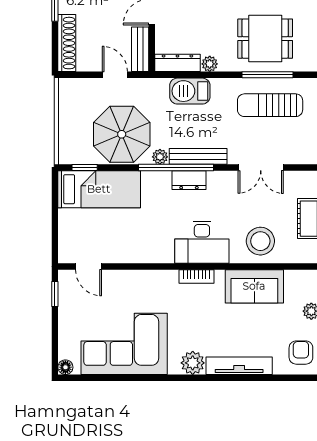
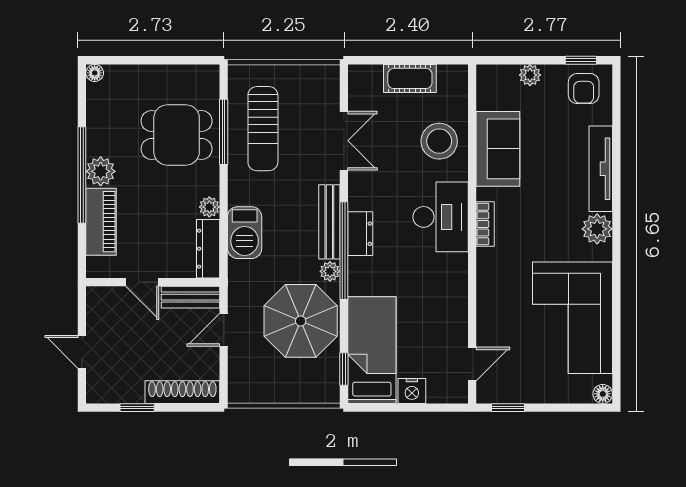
dining table: (265, 39) -> (177, 135), turned 90
nightstand: (68, 220) -> (412, 391), added
armchair: (301, 353) -> (584, 89), turned -90

